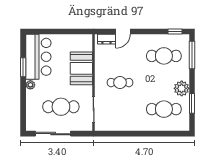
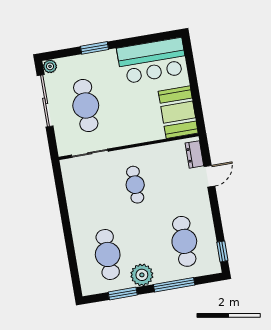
door: (123, 31) -> (209, 176), swing flipped
window: (192, 55) -> (174, 285), moved
window: (23, 67) -> (95, 48), moved
booth: (81, 68) -> (178, 112), moved, turned 90
plant: (30, 85) -> (50, 66), moved

